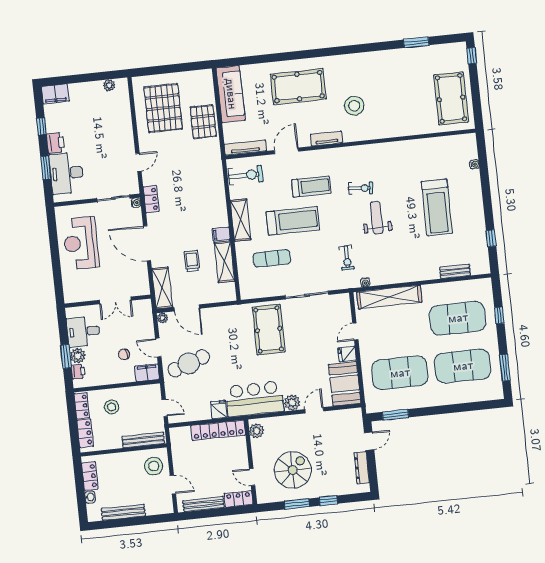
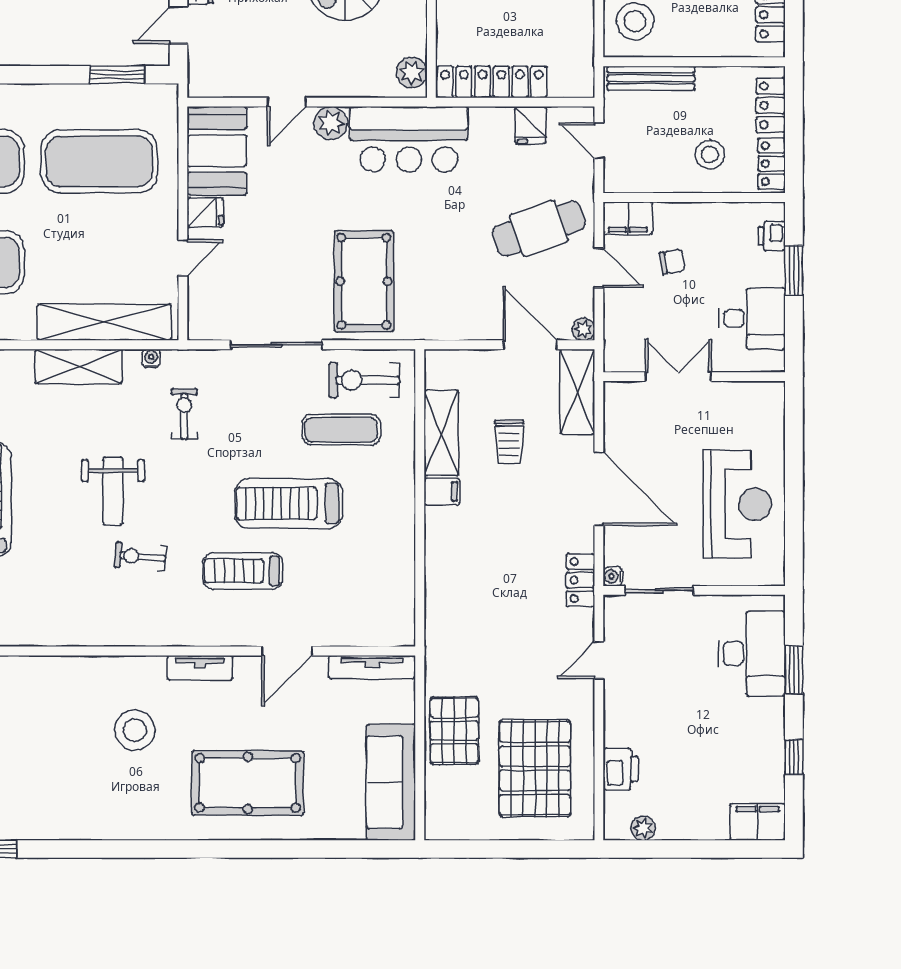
printer: (56, 143) -> (621, 769), moved, turned 180
exercise bike: (245, 175) -> (364, 380), moved
shelving: (241, 220) -> (79, 366), moved, turned 90
plant: (78, 356) -> (769, 269), removed
fridge: (219, 409) -> (531, 125), moved

